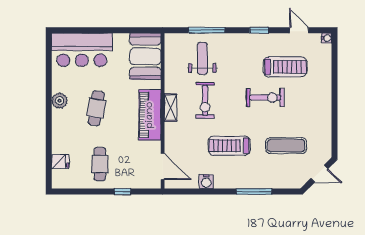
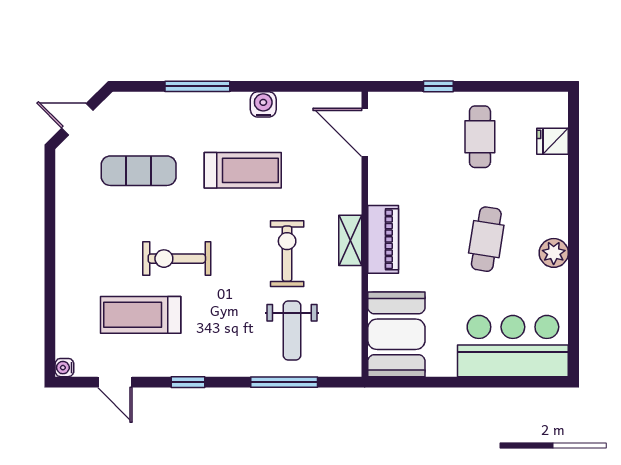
piano: (150, 115) -> (383, 239), width x0.73, depth x0.75
water cooler: (206, 182) -> (263, 104), moved

